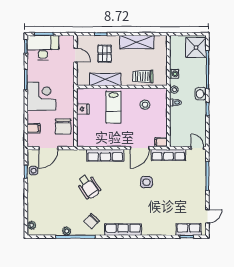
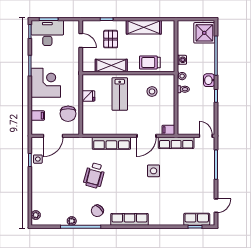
wheelchair: (89, 187) -> (94, 175), turned 49

